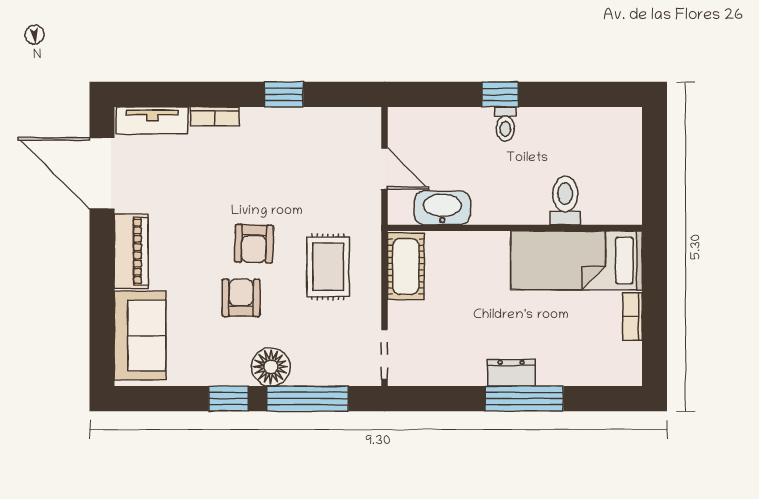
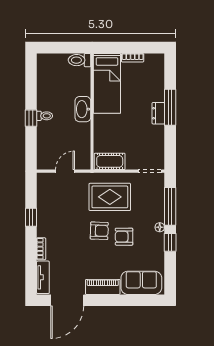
toilet: (565, 200) -> (80, 60), moved
washbasin: (442, 208) -> (83, 109), moved
rug: (328, 267) -> (110, 197), width x1.36, depth x1.43
floor lamp: (271, 367) -> (160, 227), width x0.53, depth x0.53

